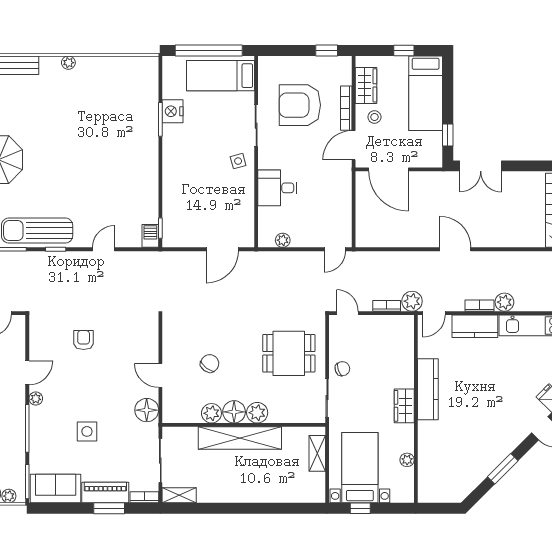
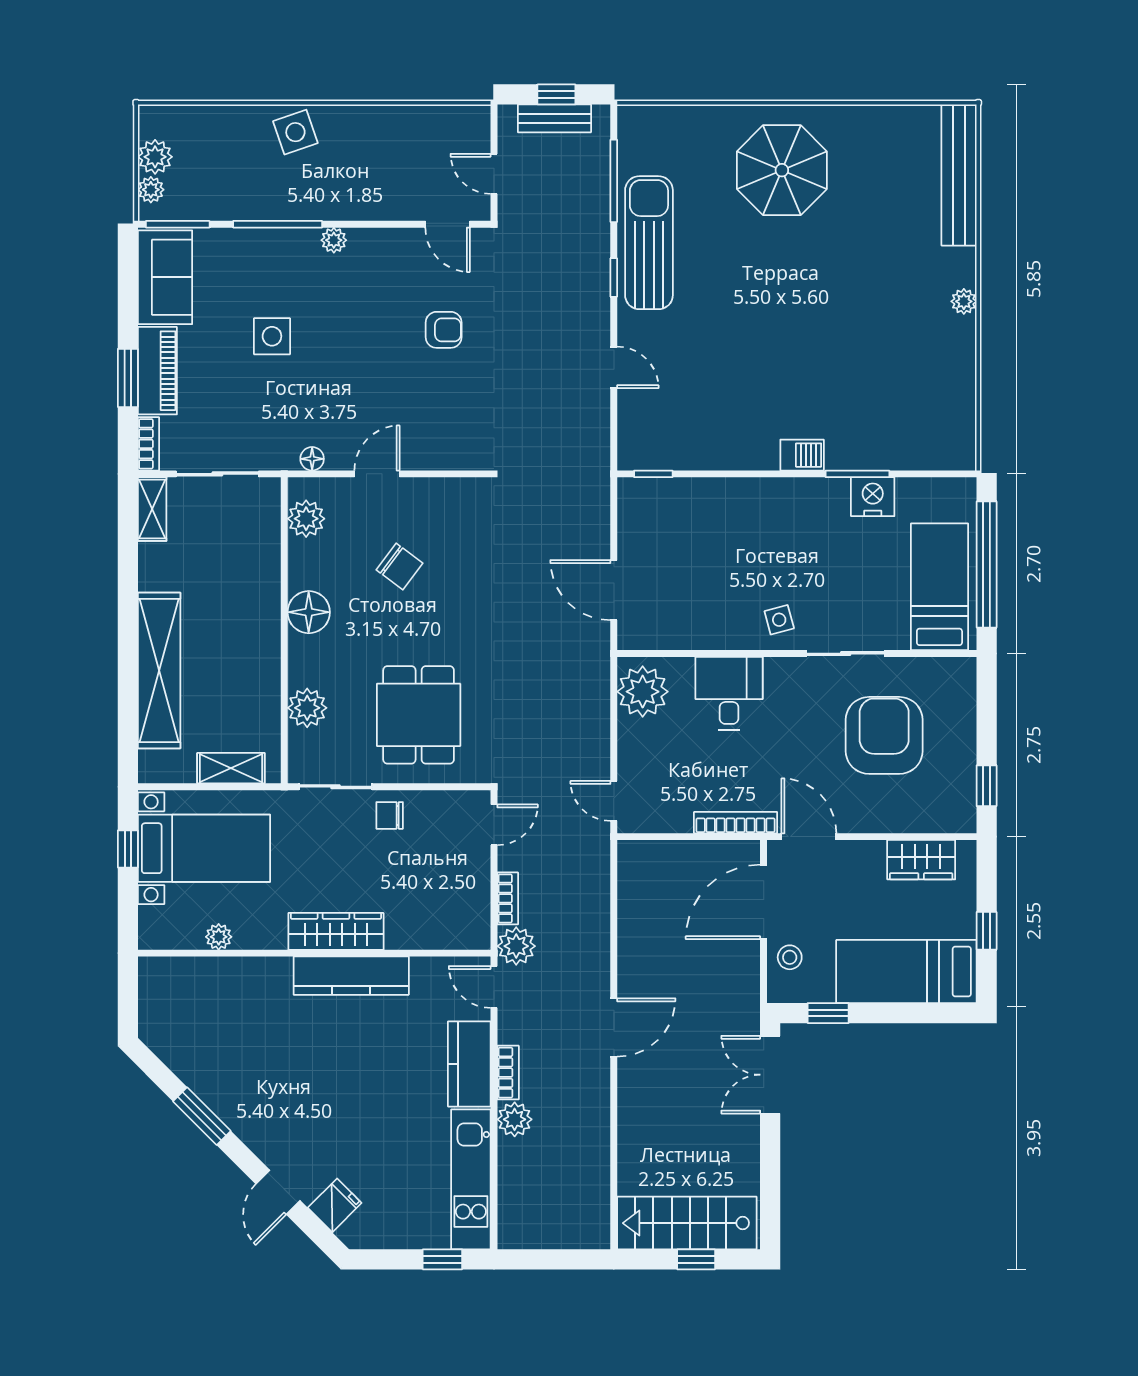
bookcase: (346, 108) -> (736, 823), moved
stool: (374, 117) -> (790, 957), moved
barbecue: (150, 236) -> (802, 455), moved
plant: (283, 240) -> (643, 692), width x1.88, depth x1.88
chair: (342, 369) -> (390, 815), turned 109
door: (27, 373) -> (448, 224), moved
wardrobe: (404, 406) -> (336, 931), width x1.50
floor lamp: (147, 410) -> (312, 459), width x0.53, depth x0.53
plant: (211, 413) -> (306, 519), moved
plant: (257, 413) -> (307, 708), moved
shelving: (240, 438) -> (159, 670), moved

